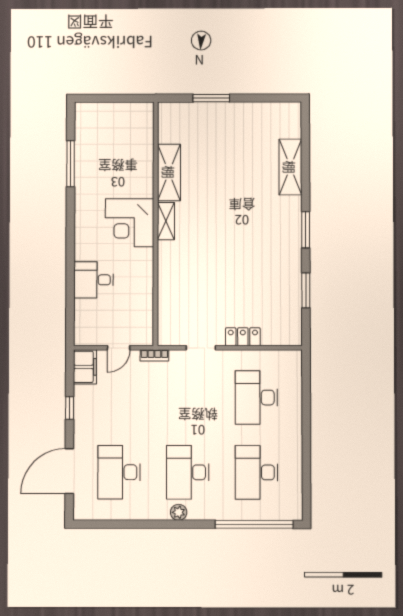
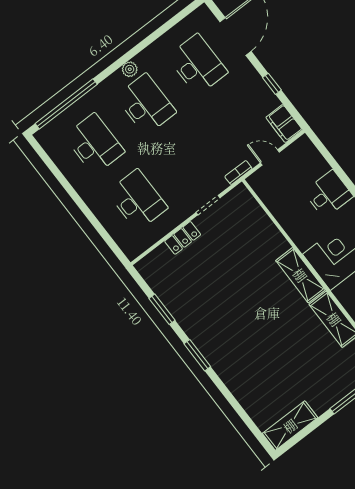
shelving: (290, 167) -> (290, 426), moved, turned 90
shelving: (166, 221) -> (300, 275), width x1.50, depth x1.33
door: (119, 348) -> (270, 157), hinge flipped

